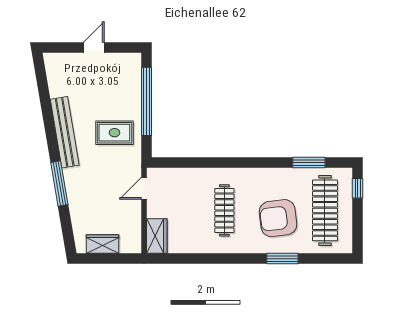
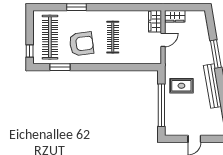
door: (144, 188) -> (163, 40), moved
armchair: (278, 218) -> (81, 44), moved
wardrobe: (102, 244) -> (175, 16), moved

